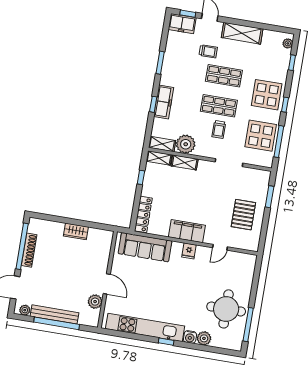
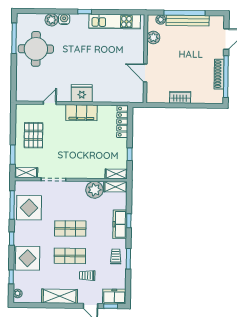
display table: (267, 95) -> (28, 258), moved
trolley: (219, 129) -> (116, 257), moved
shelving: (185, 162) -> (26, 173), moved
sofa: (145, 247) -> (116, 93), removed
fridge: (189, 251) -> (82, 93), width x1.88, depth x1.34
door: (107, 284) -> (145, 73), moved
plant: (25, 310) -> (161, 20), moved
kitchen unit: (145, 327) -> (115, 21), width x0.73

